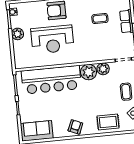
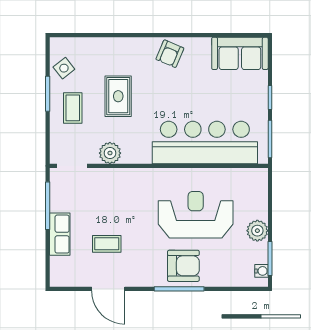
plant: (89, 72) -> (137, 150), removed
rug: (108, 122) -> (118, 96), moved, turned 90

